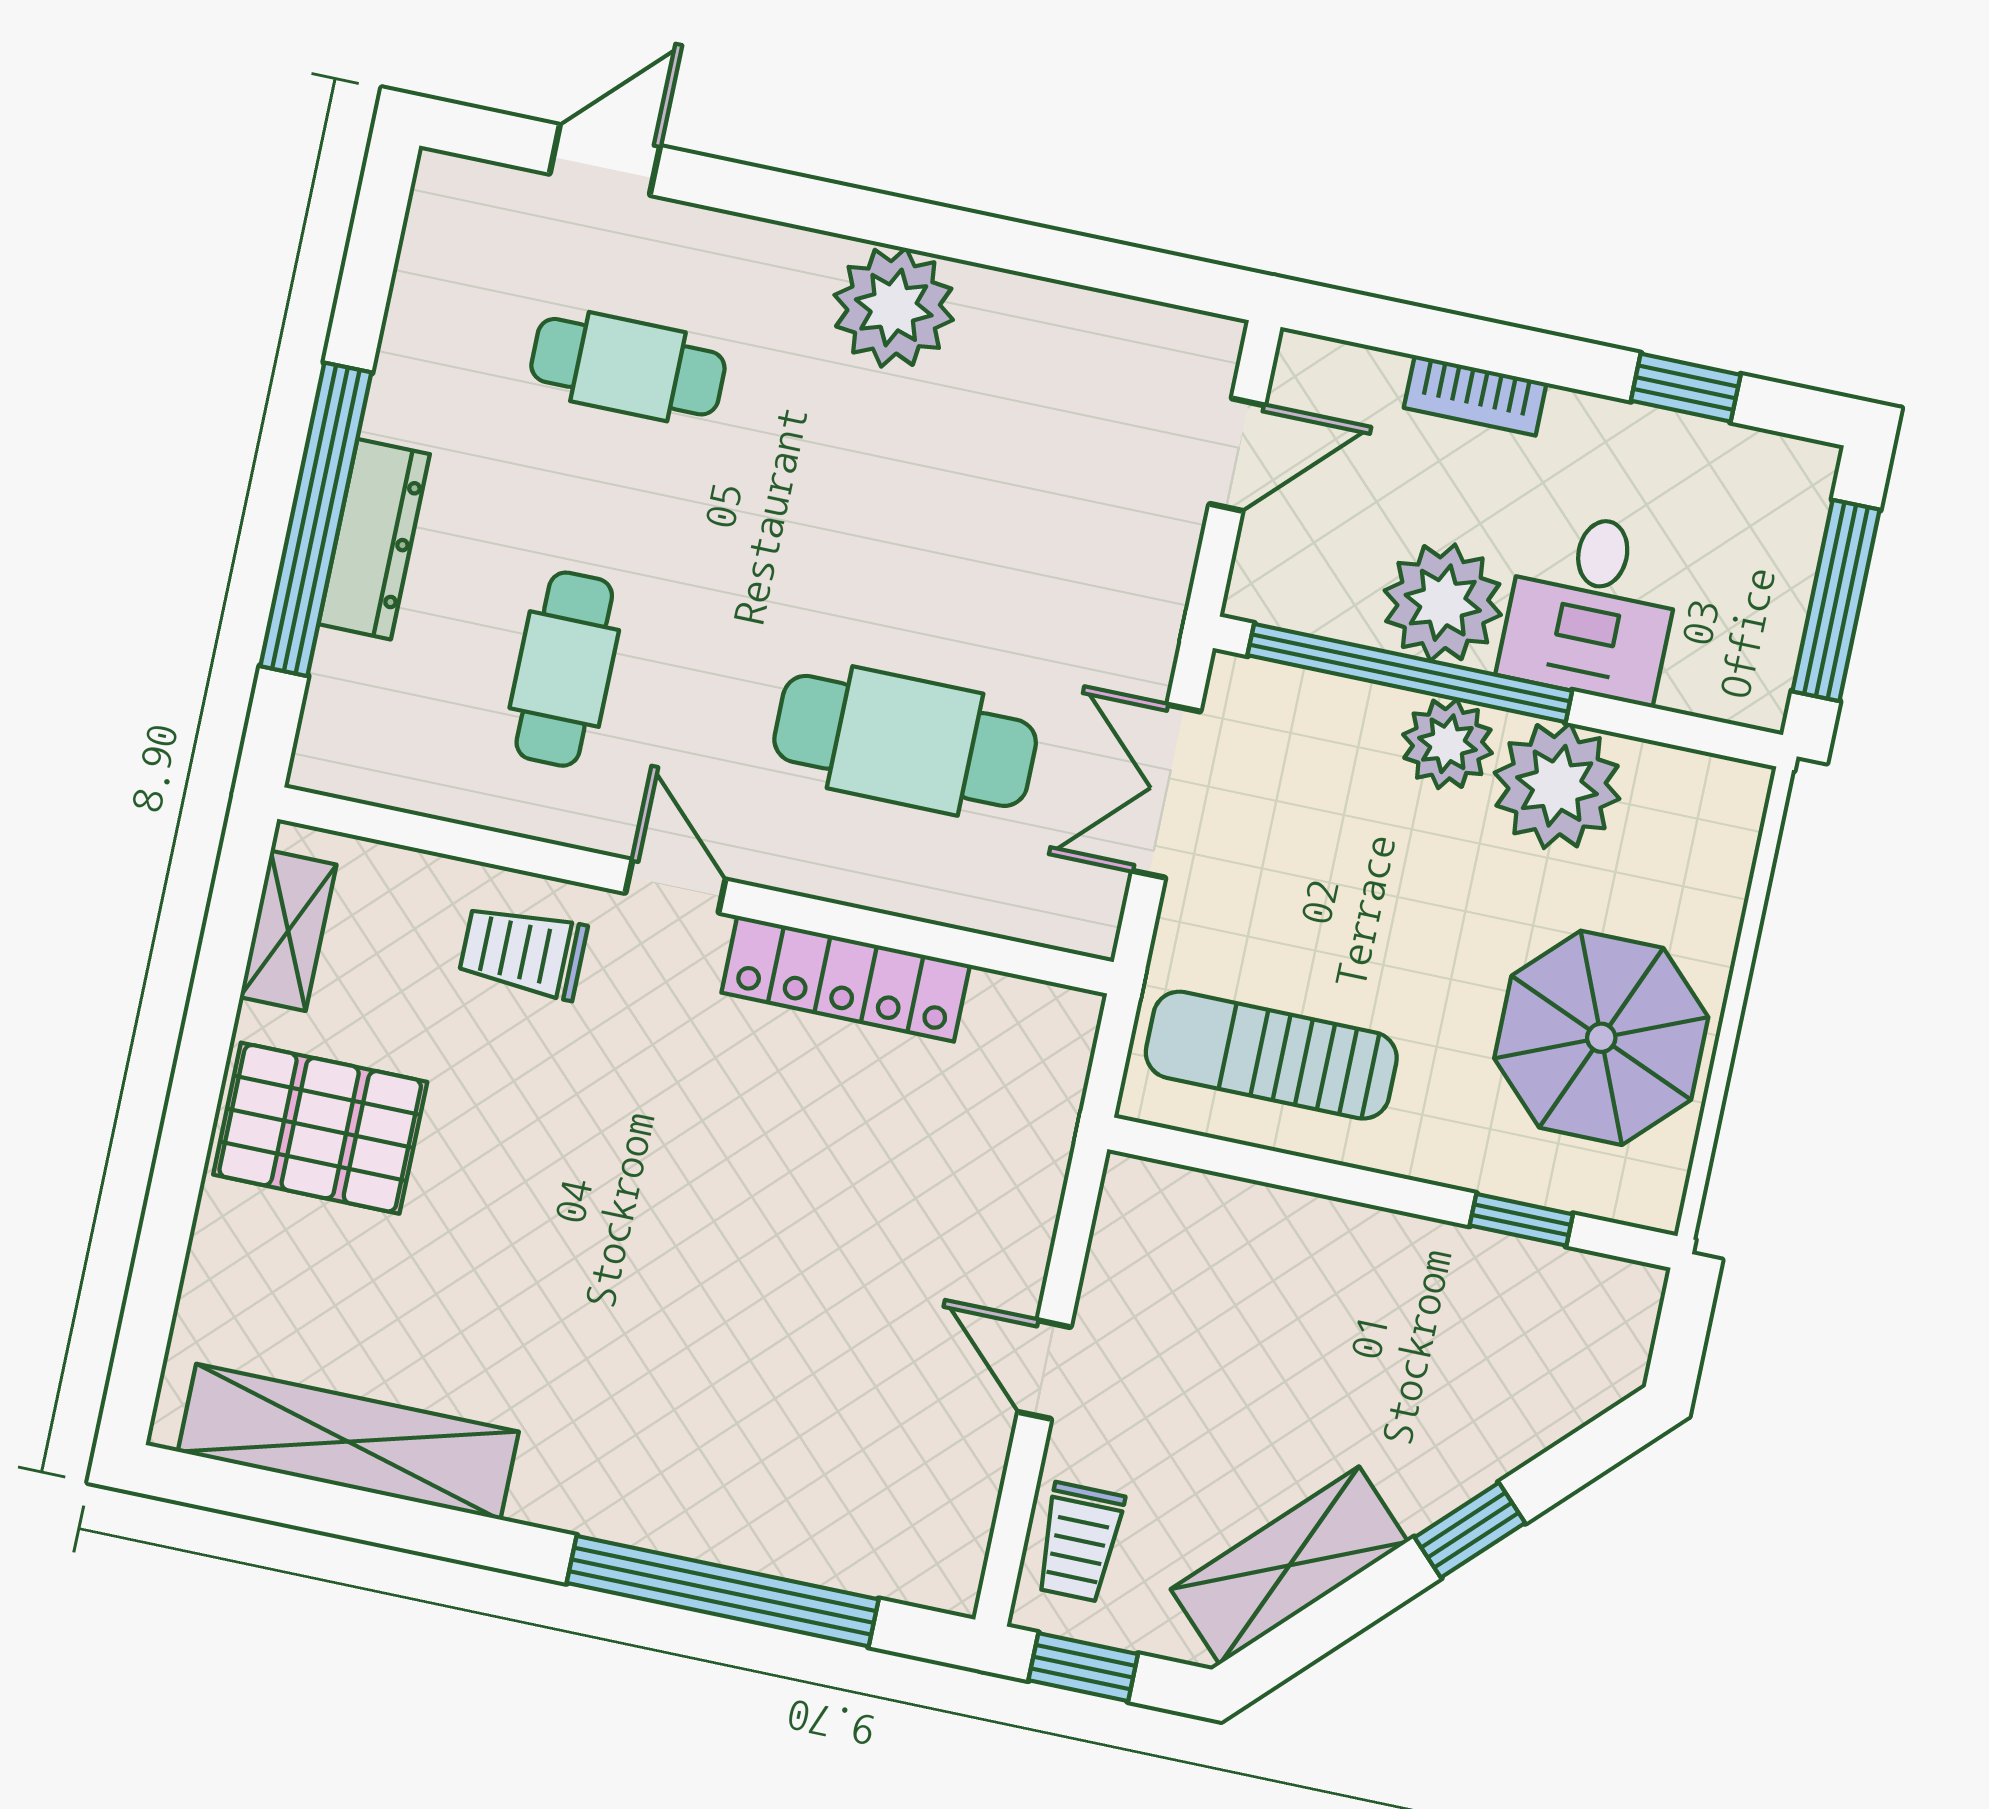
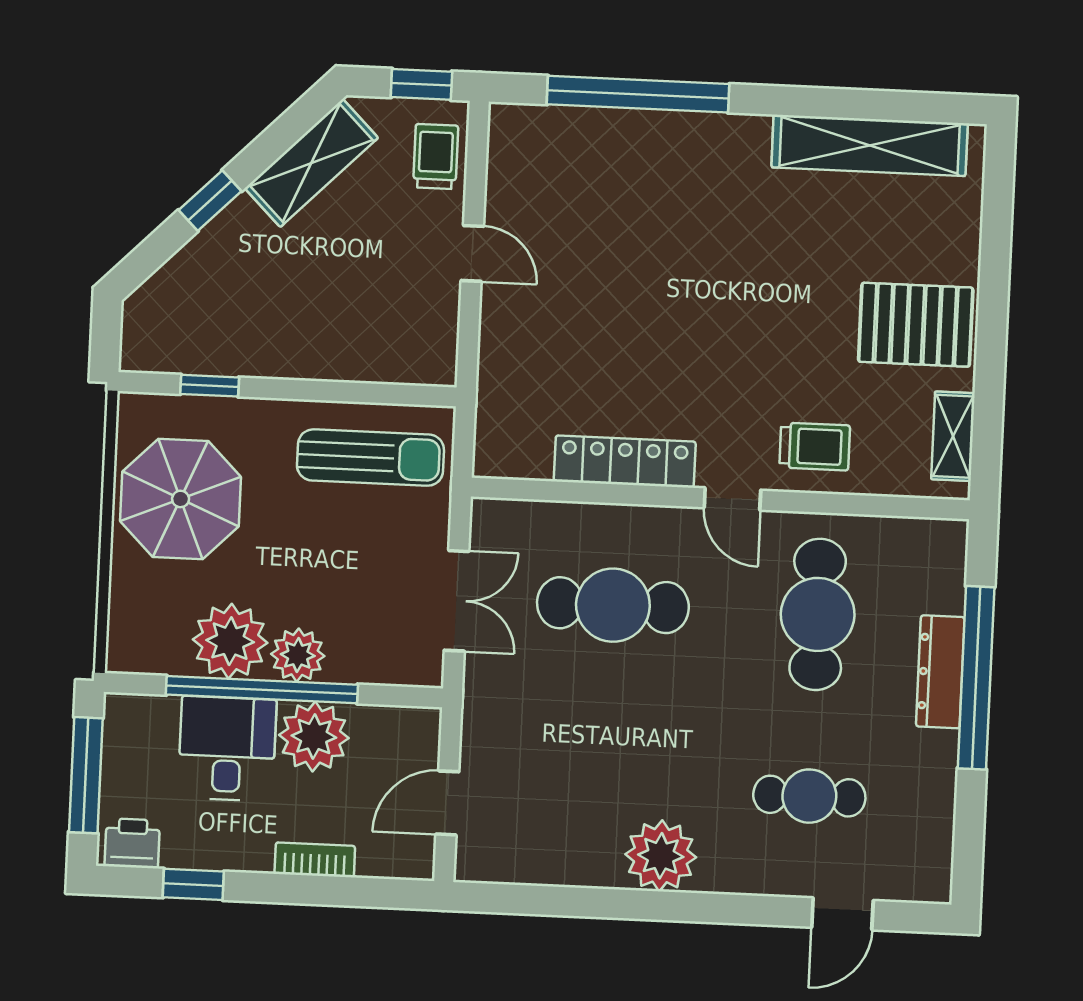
printer: (1777, 473) -> (132, 843), added
cafe table: (564, 669) -> (818, 614), width x1.37, depth x1.35
window: (1410, 673) -> (262, 690), moved

